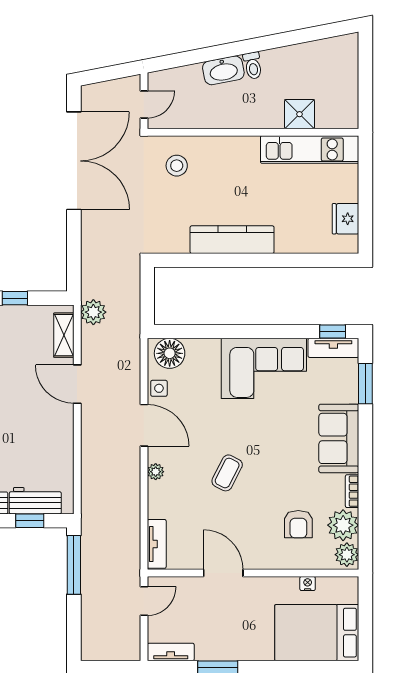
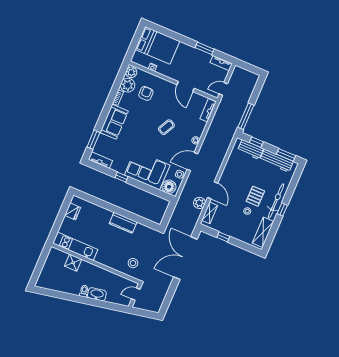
double door: (74, 161) -> (185, 258), moved
kitchen counter: (232, 240) -> (123, 223), width x0.67
plant: (93, 312) -> (199, 203), moved
window: (333, 332) -> (121, 177), moved
corner sofa: (264, 368) -> (147, 170), moved
door: (144, 425) -> (192, 162), hinge flipped

